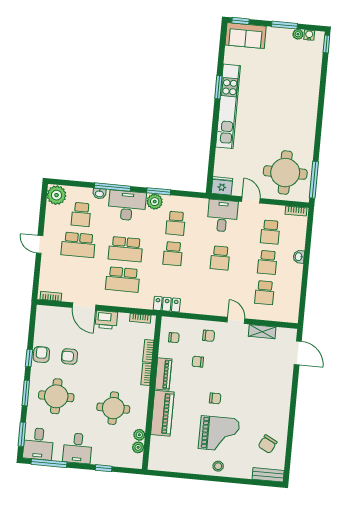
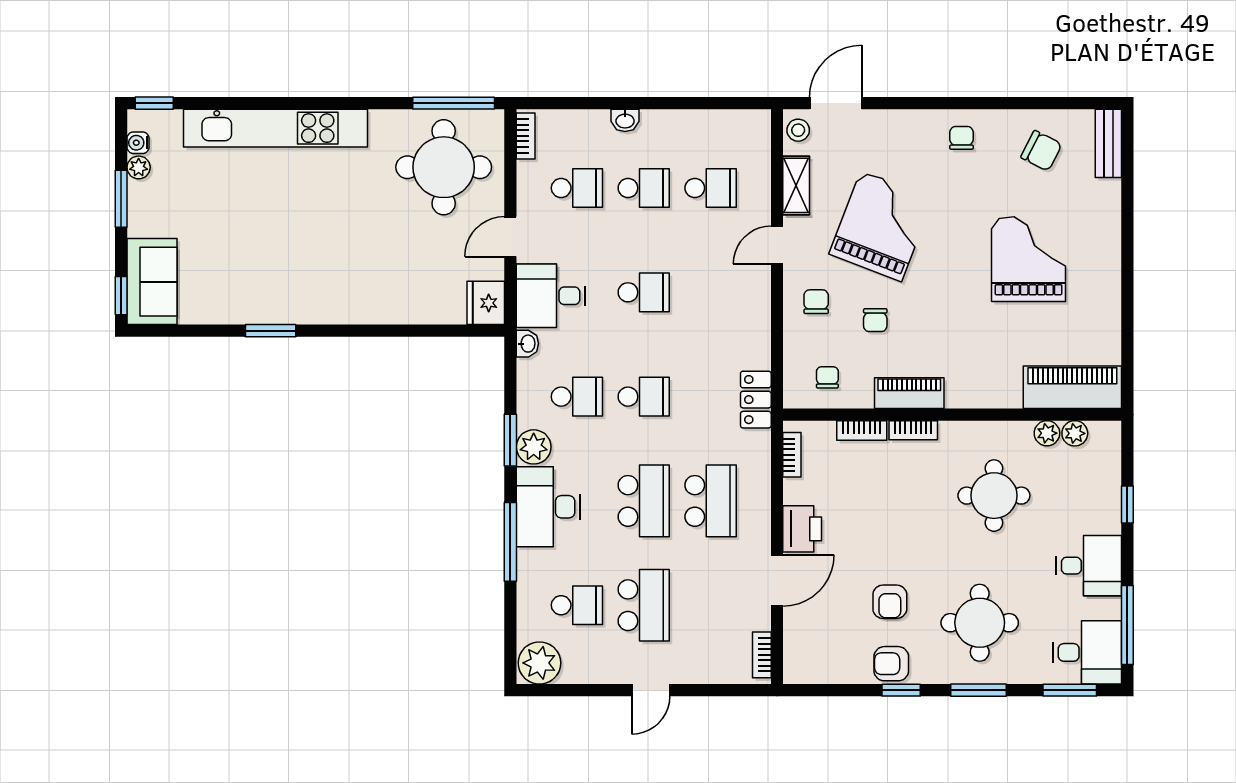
kitchen unit: (228, 106) -> (275, 128), moved, turned 180
washbasin: (99, 194) -> (527, 344), moved
grand piano: (240, 368) -> (881, 226), added
chair: (215, 398) -> (961, 138), moved
piano: (162, 413) -> (1072, 387), moved
stool: (218, 466) -> (798, 130), moved

